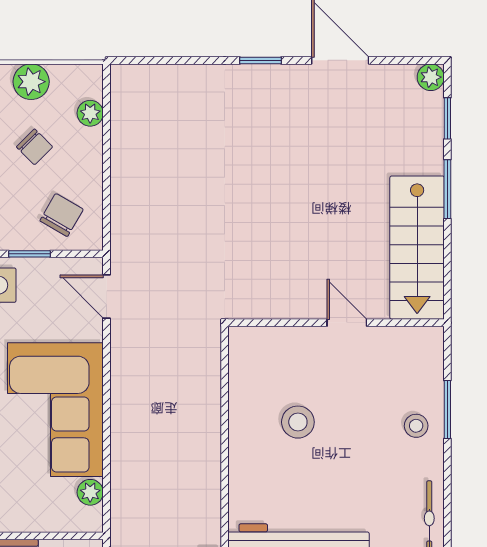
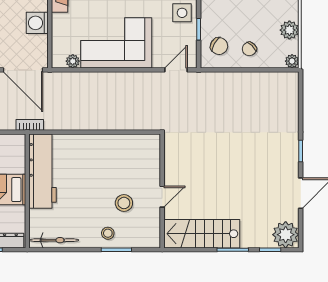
plant: (431, 77) -> (286, 235), width x1.88, depth x1.88
plant: (90, 113) -> (292, 61), moved
chair: (35, 147) -> (249, 49), moved
stool: (298, 422) -> (124, 203), moved

